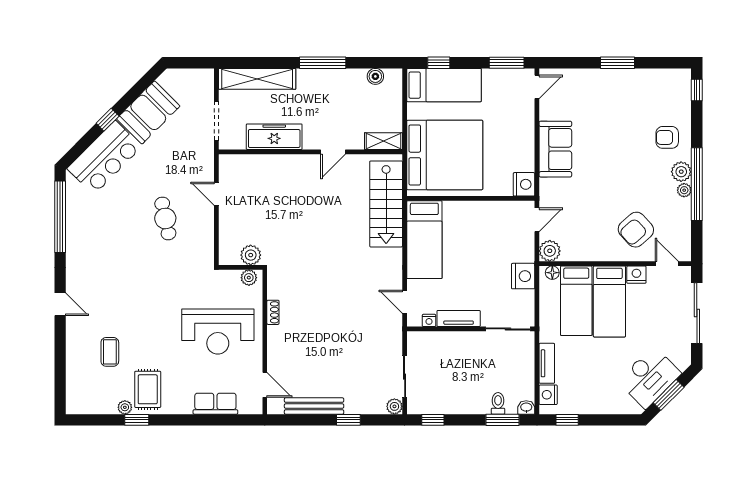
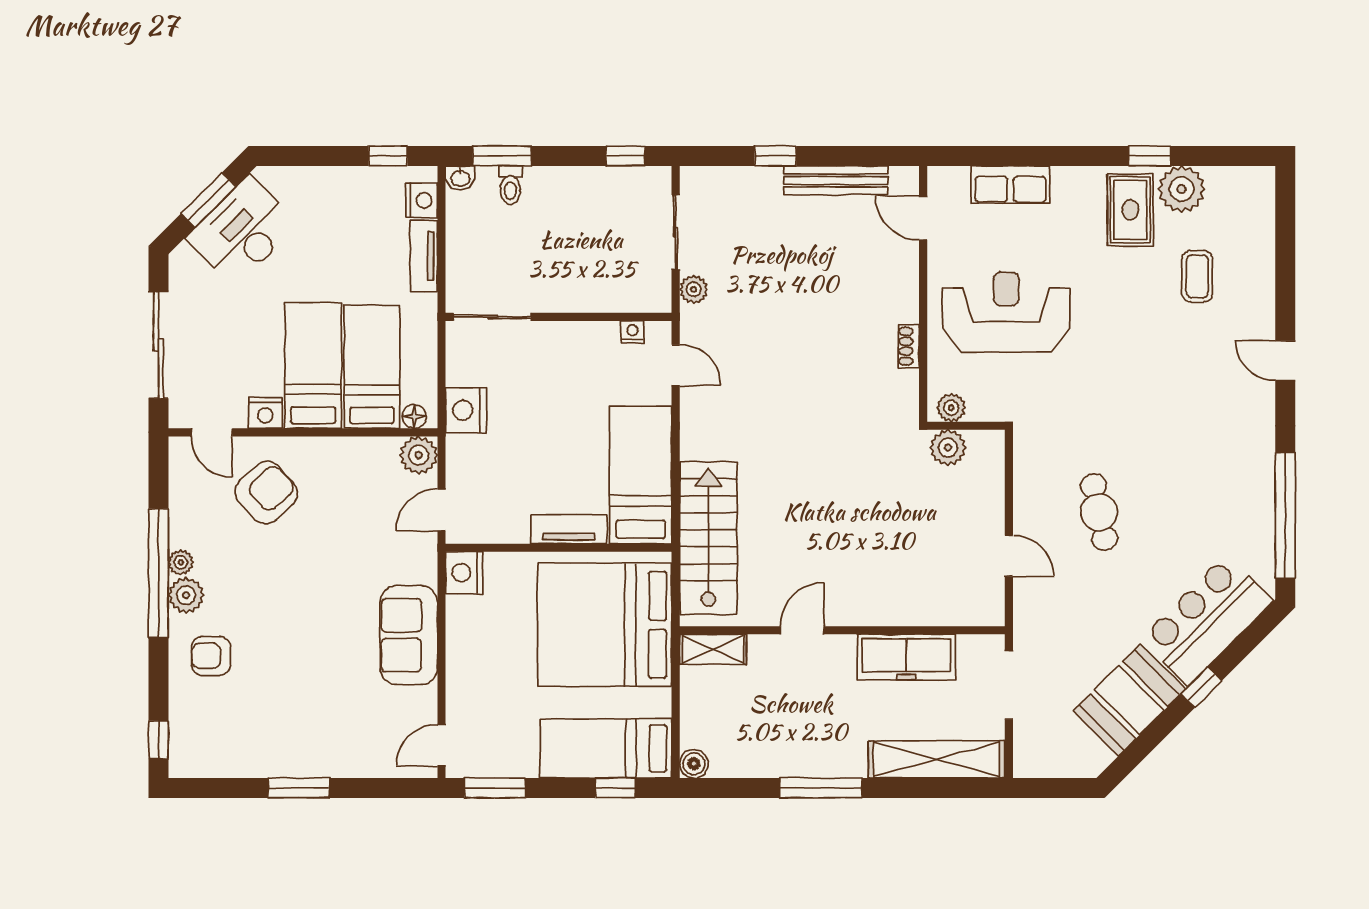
boiler: (375, 76) -> (694, 764), moved
armchair: (667, 137) -> (211, 656), turned 180
tv unit: (459, 318) -> (569, 529), moved, turned 180
plant: (394, 406) -> (694, 289), moved
plant: (125, 407) -> (1182, 189), width x1.87, depth x1.87

